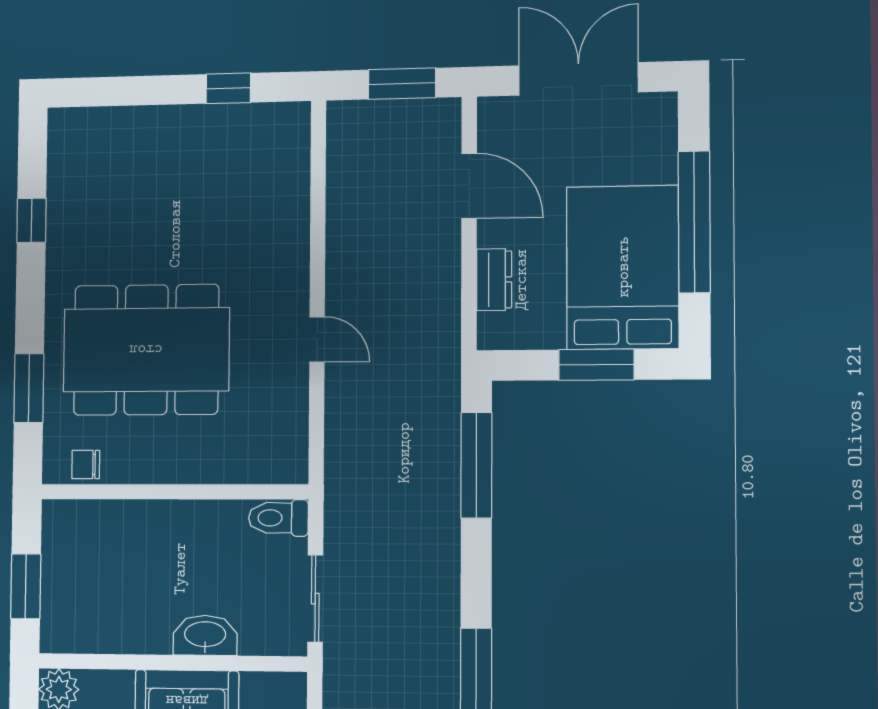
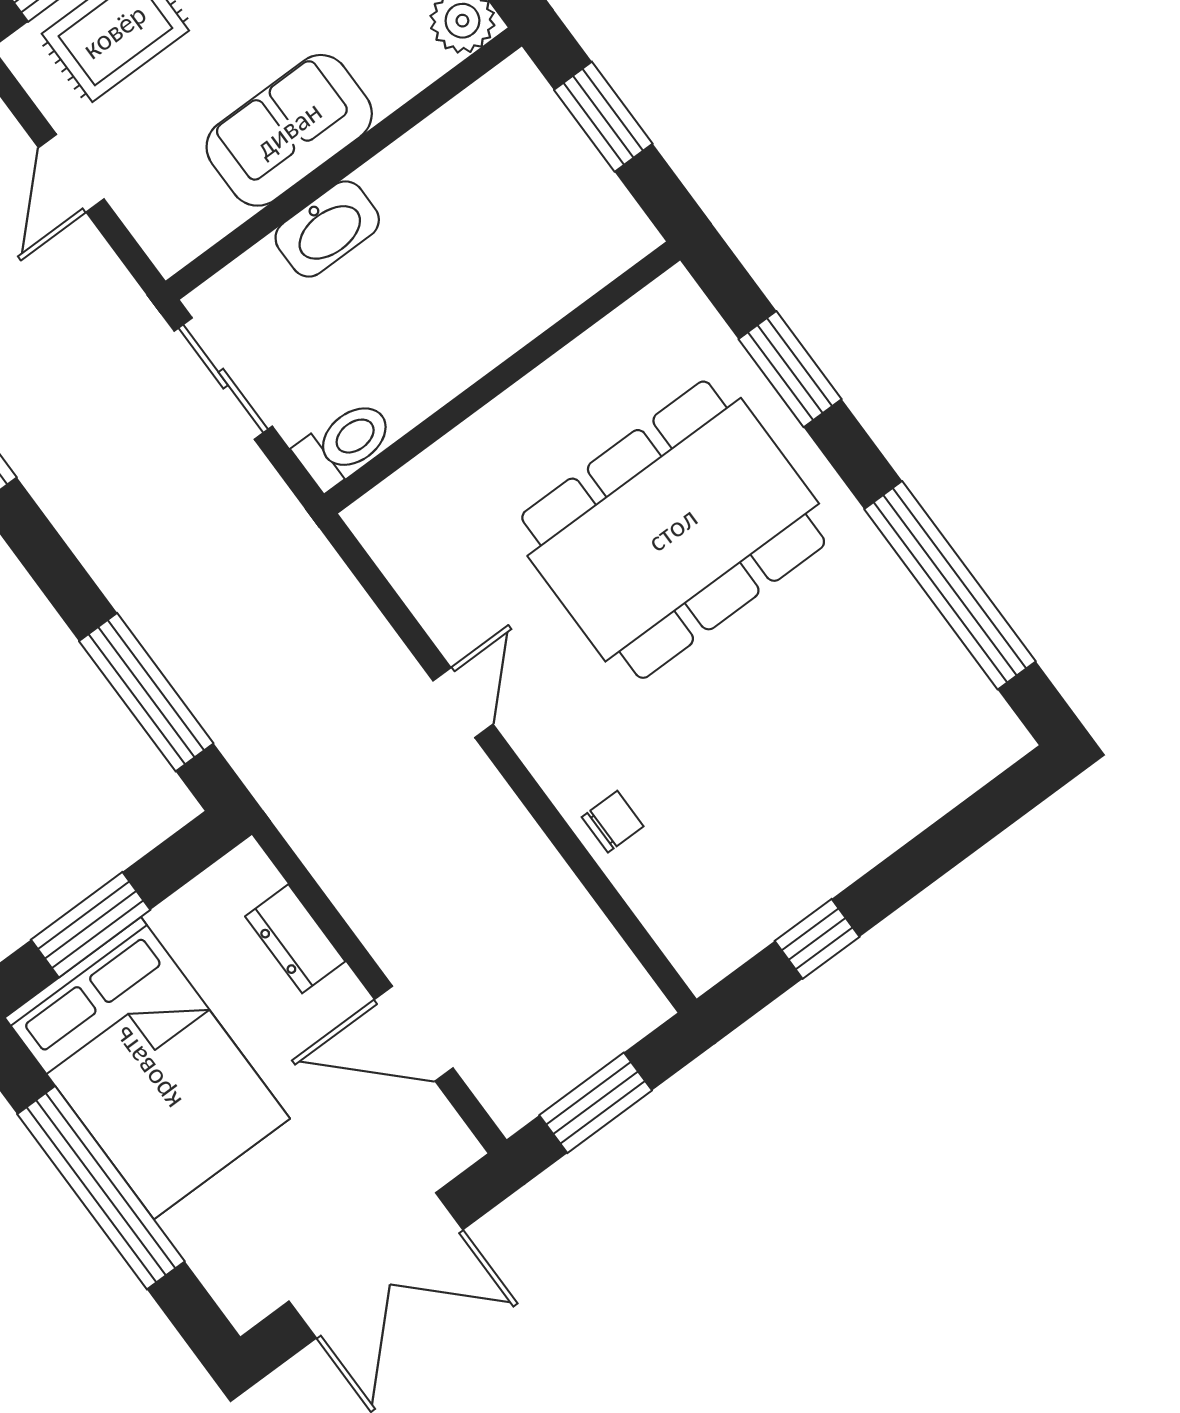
window: (32, 220) -> (950, 585), width x3.17
door: (317, 339) -> (463, 703), swing flipped
chair: (86, 464) -> (613, 822), moved

